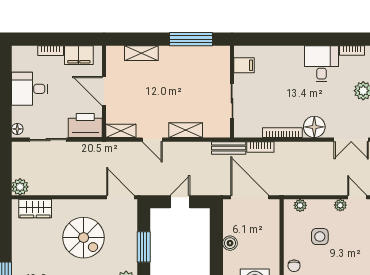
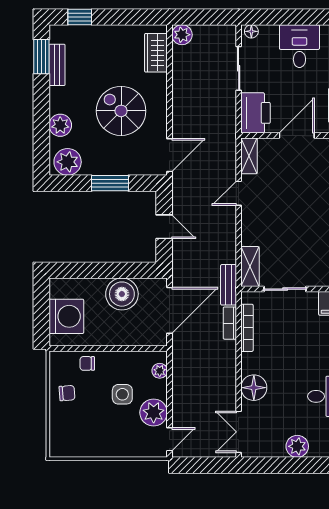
shelving: (186, 130) -> (250, 267), moved
bookcase: (282, 133) -> (247, 328), moved
plant: (340, 205) -> (154, 413), width x1.88, depth x1.88
spiral stairs: (84, 238) -> (121, 111), turned 90
boiler: (230, 243) -> (122, 294), width x1.86, depth x1.86

